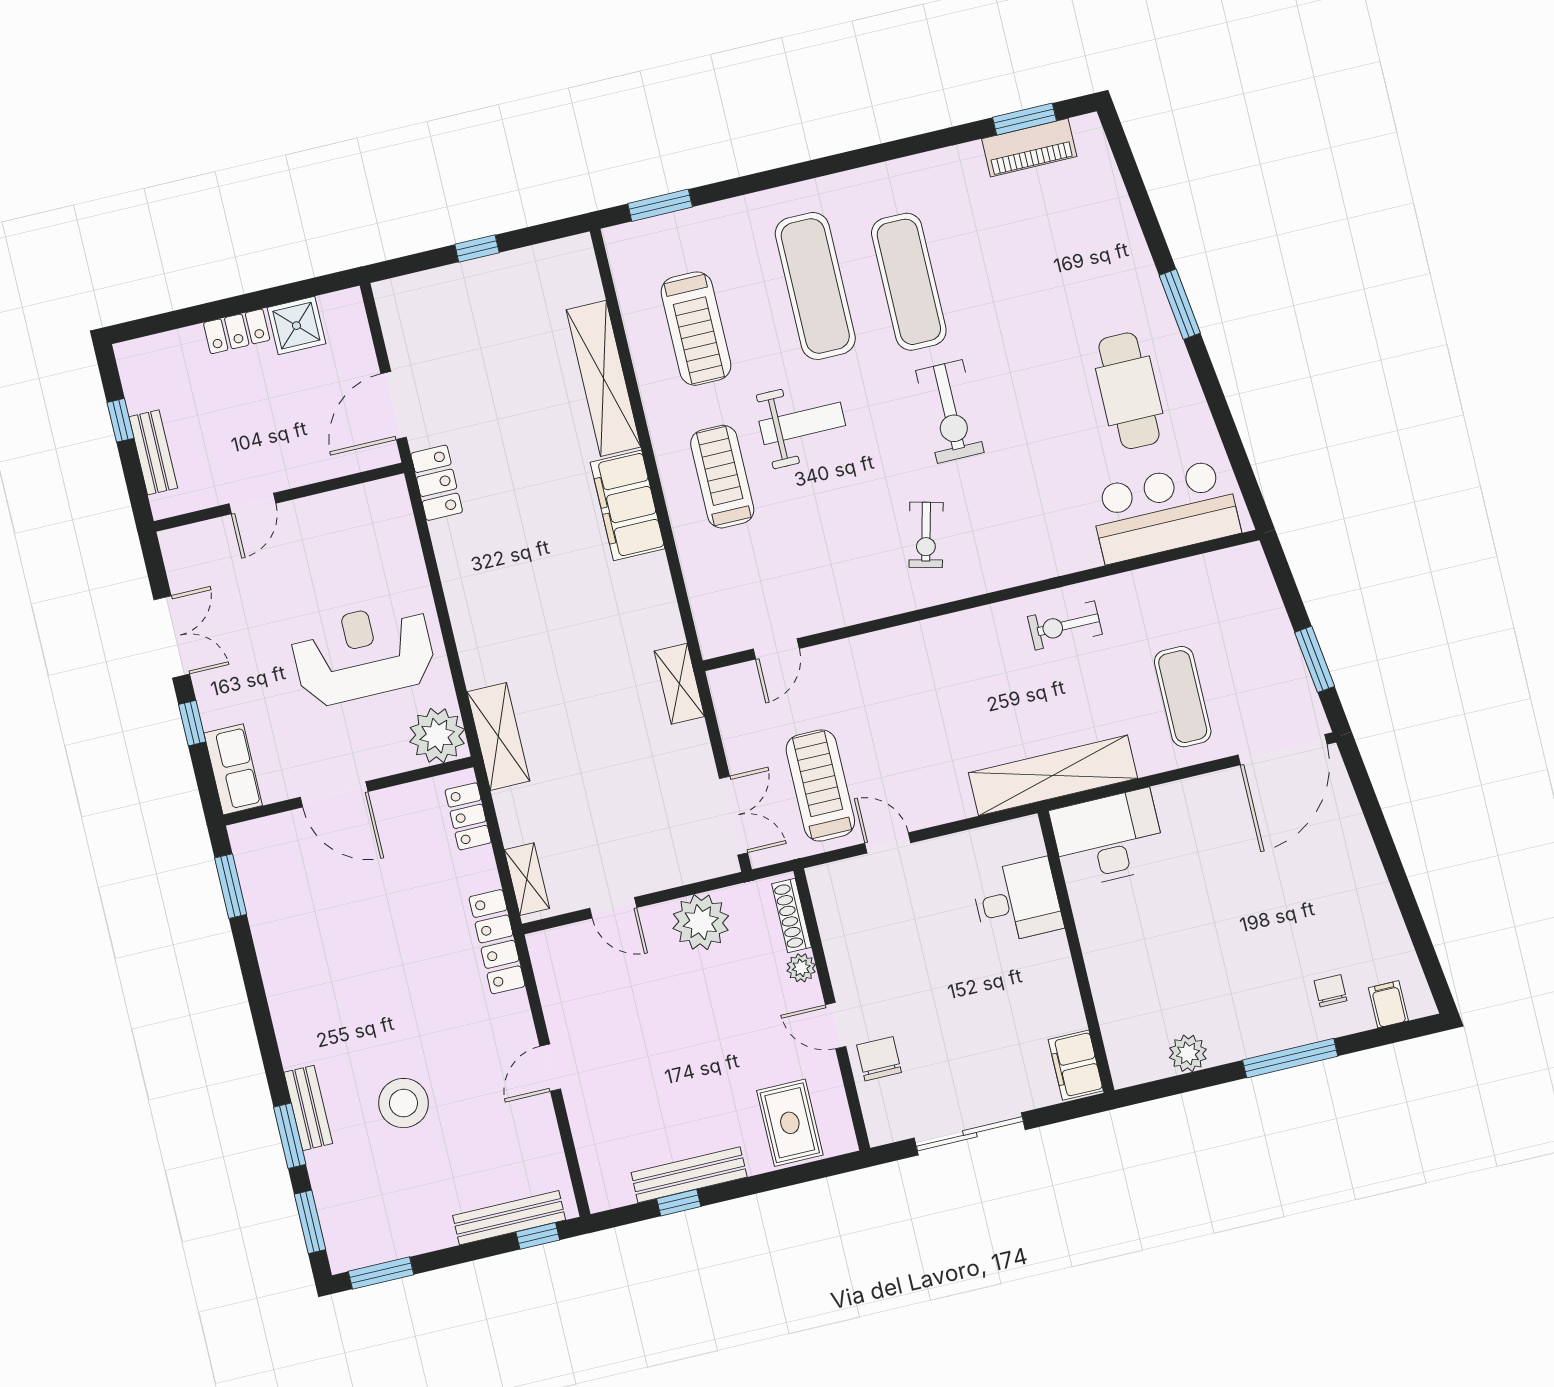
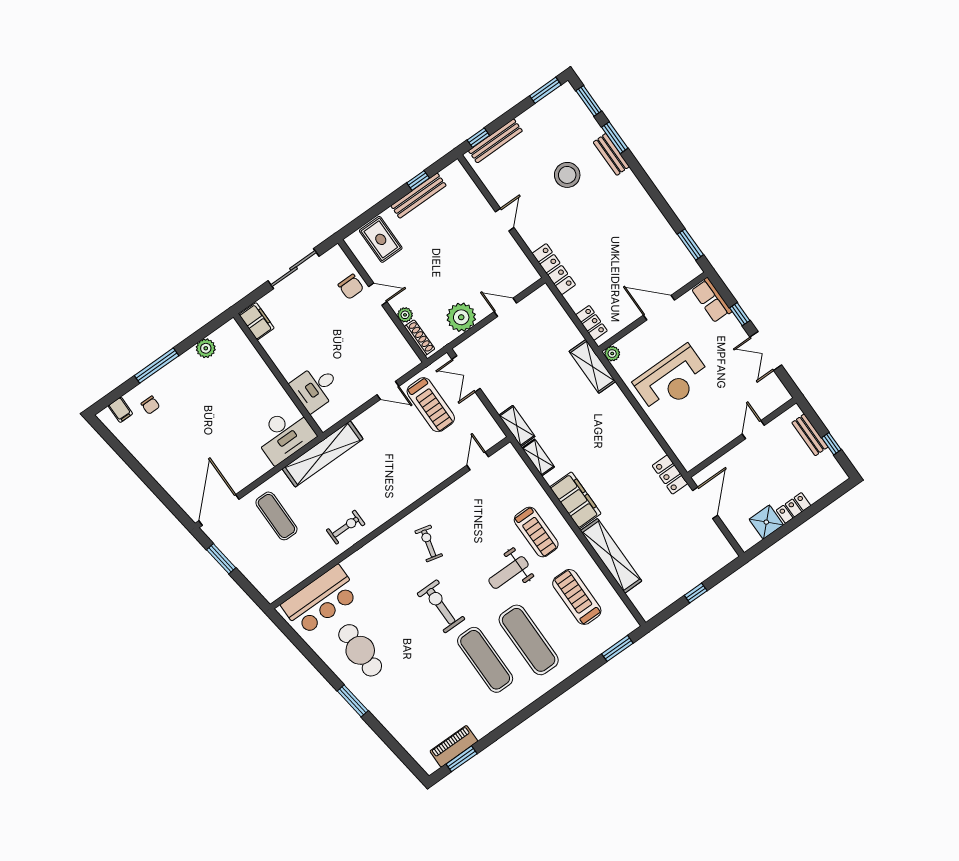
plant: (437, 736) -> (612, 354), width x0.53, depth x0.53
shelving: (527, 879) -> (538, 457), moved

